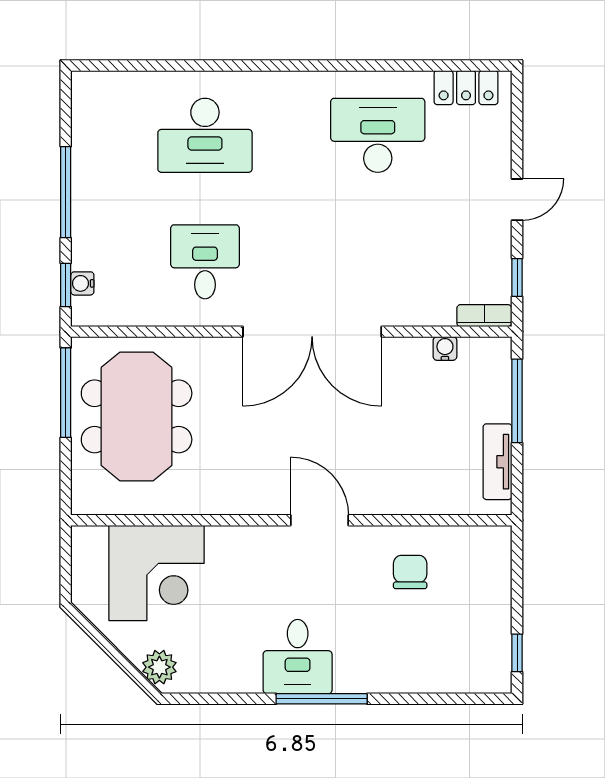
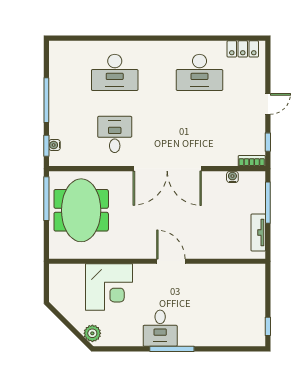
desk: (378, 135) -> (199, 72), turned 180
chair: (410, 572) -> (215, 287), removed
corner desk: (156, 573) -> (109, 287), moved

